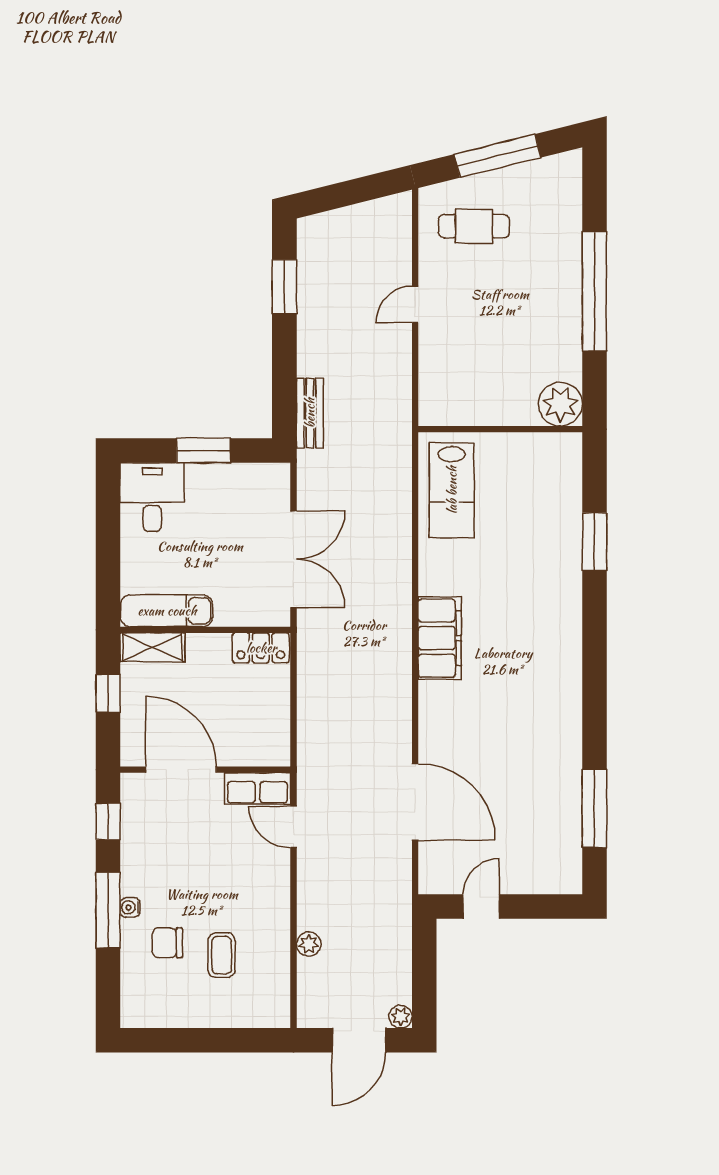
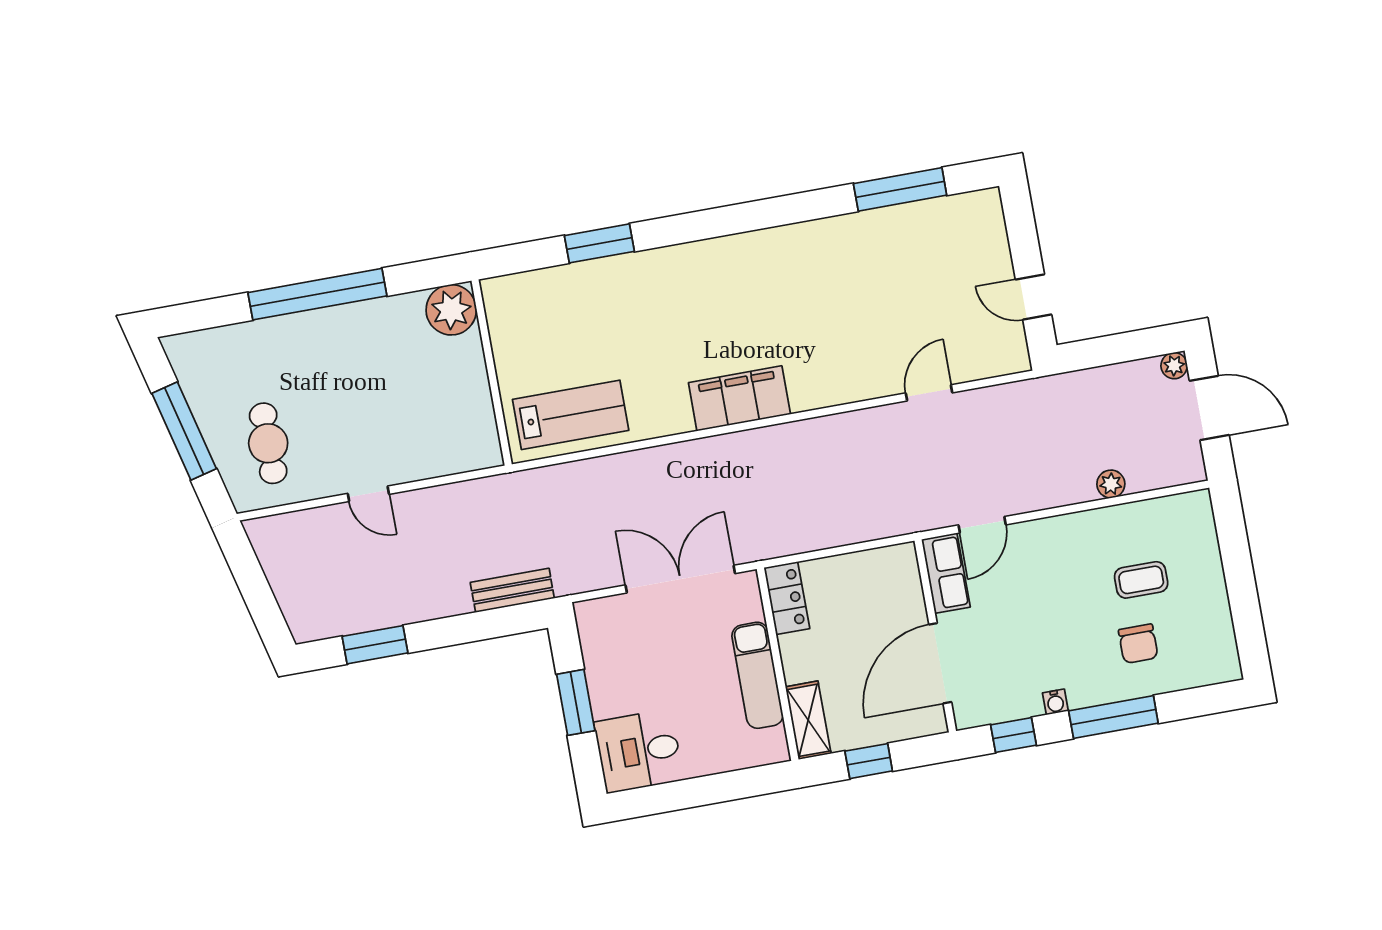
exam couch: (167, 611) -> (757, 675), moved
door: (415, 802) -> (929, 393), width x0.53
water cooler: (130, 907) -> (1055, 702), moved

